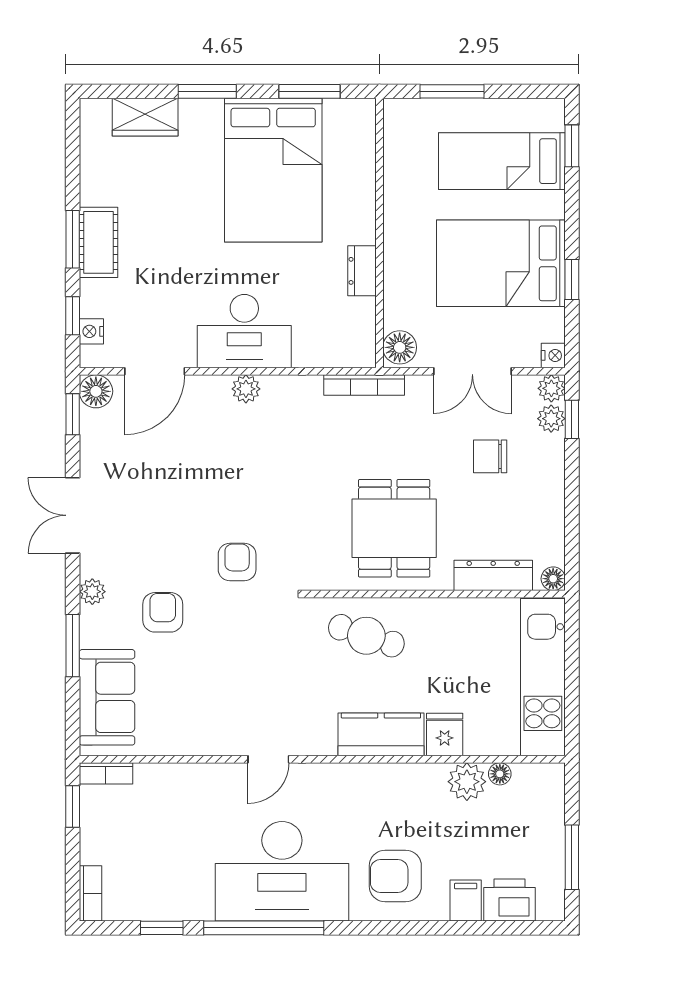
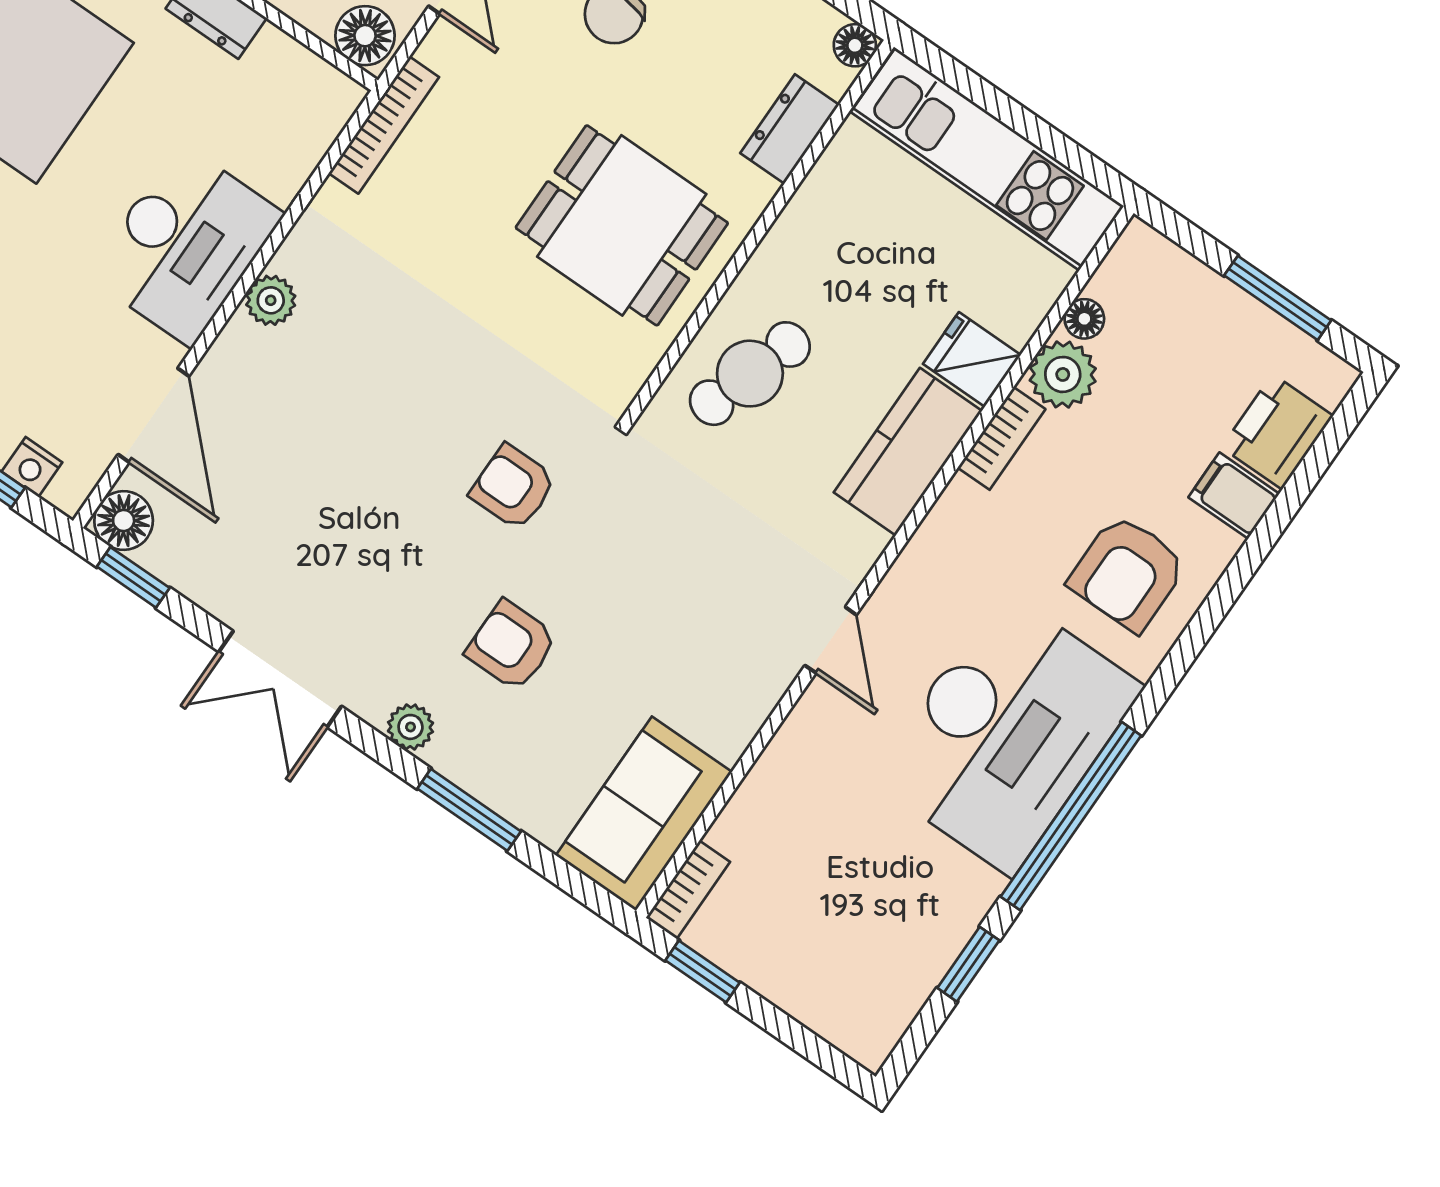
dresser: (493, 575) -> (790, 129), width x0.70
sofa: (107, 697) -> (644, 814), moved, turned -90
bookcase: (90, 893) -> (1001, 438), moved, turned 90

